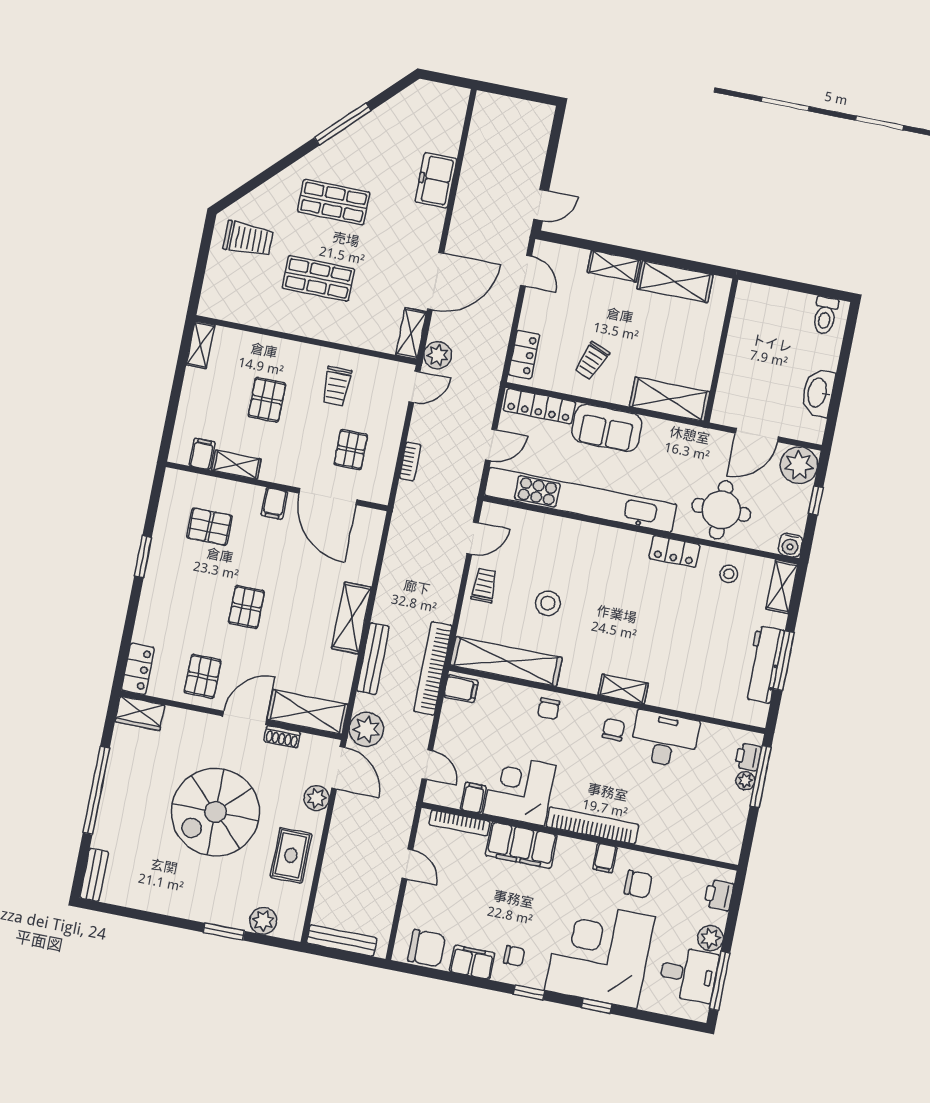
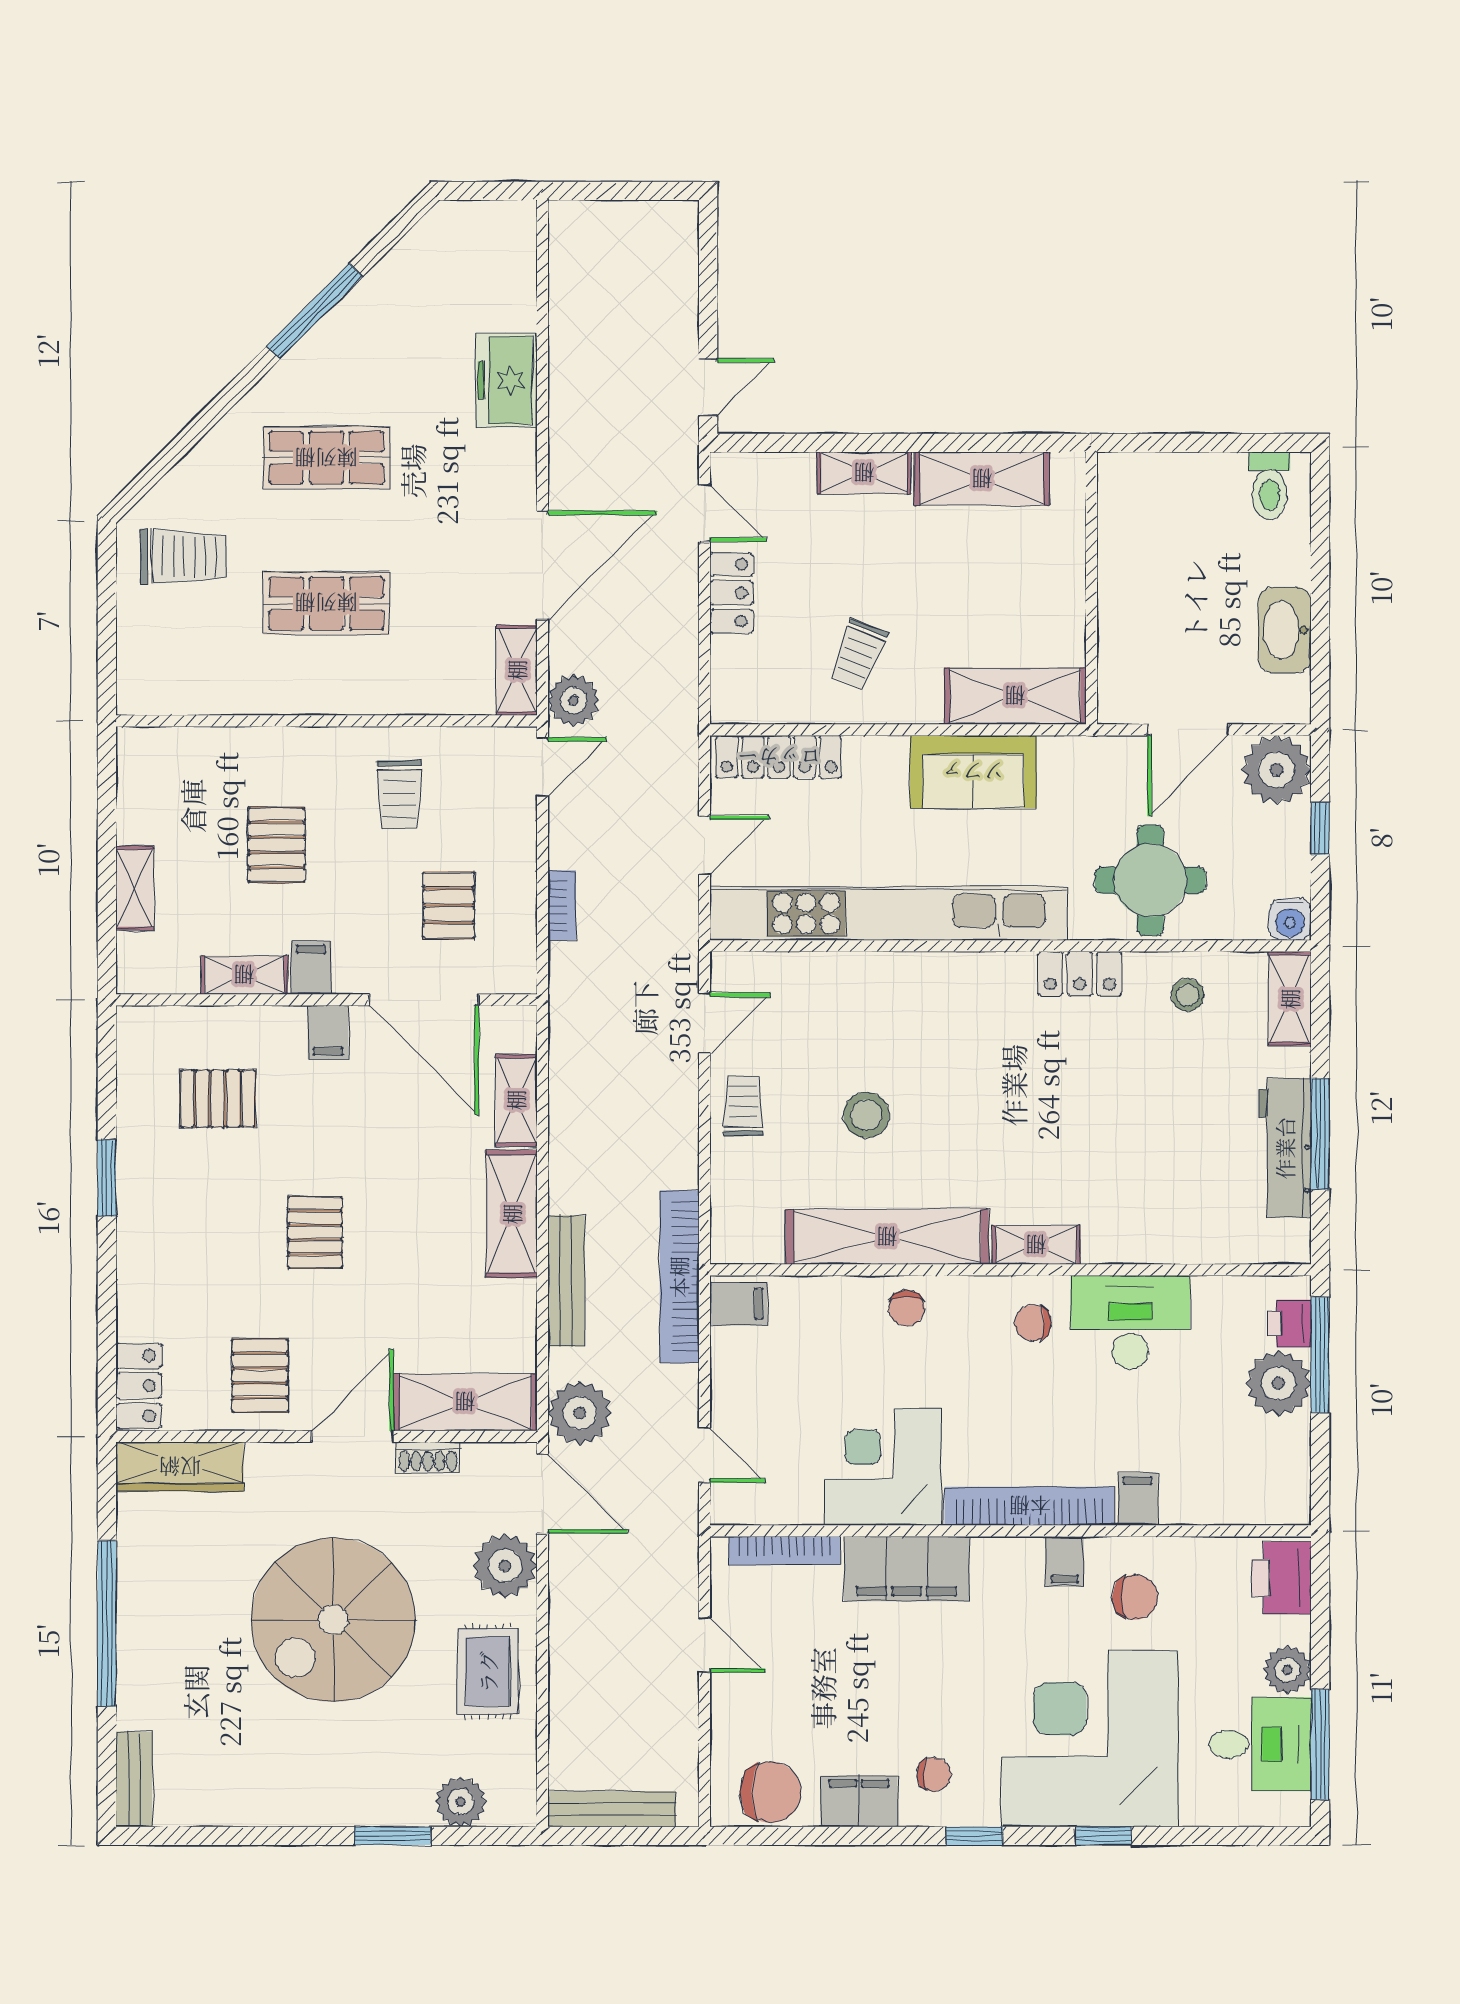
shelving: (201, 345) -> (135, 888), moved
locker: (524, 355) -> (731, 593), moved
sofa: (607, 428) -> (973, 772), moved
filing cabinet: (202, 454) -> (311, 968), moved
shelving: (366, 559) -> (516, 1100), added
shelving: (506, 661) -> (887, 1237), moved
wardrobe: (140, 713) -> (180, 1467), width x1.50
chair: (613, 730) -> (1033, 1323), turned -90
plant: (745, 781) -> (1278, 1383), width x1.88, depth x1.88
plant: (317, 798) -> (505, 1566), width x1.36, depth x1.36
filing cabinet: (473, 798) -> (1138, 1499), moved
printer: (719, 895) -> (1281, 1578), width x1.36, depth x1.24

